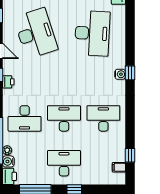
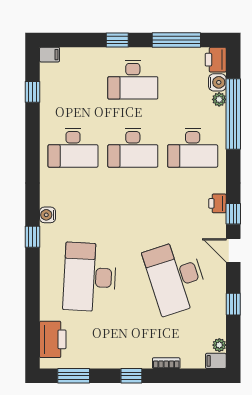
window: (130, 73) -> (32, 237), moved
desk: (25, 118) -> (193, 148), turned 180
filing cabinet: (119, 167) -> (50, 55), moved

